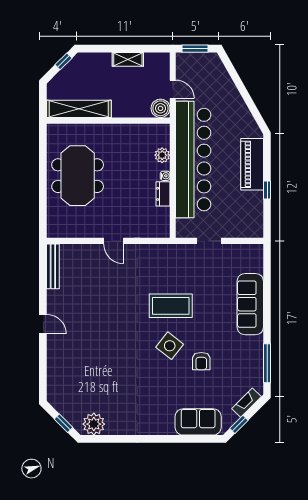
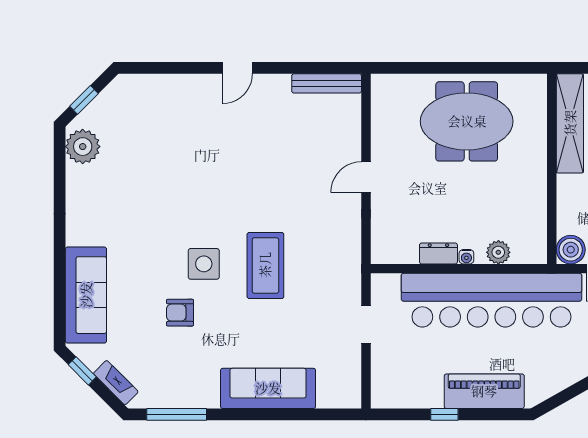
side table: (170, 346) -> (204, 264), turned -38
sofa: (198, 422) -> (86, 295), width x1.36

